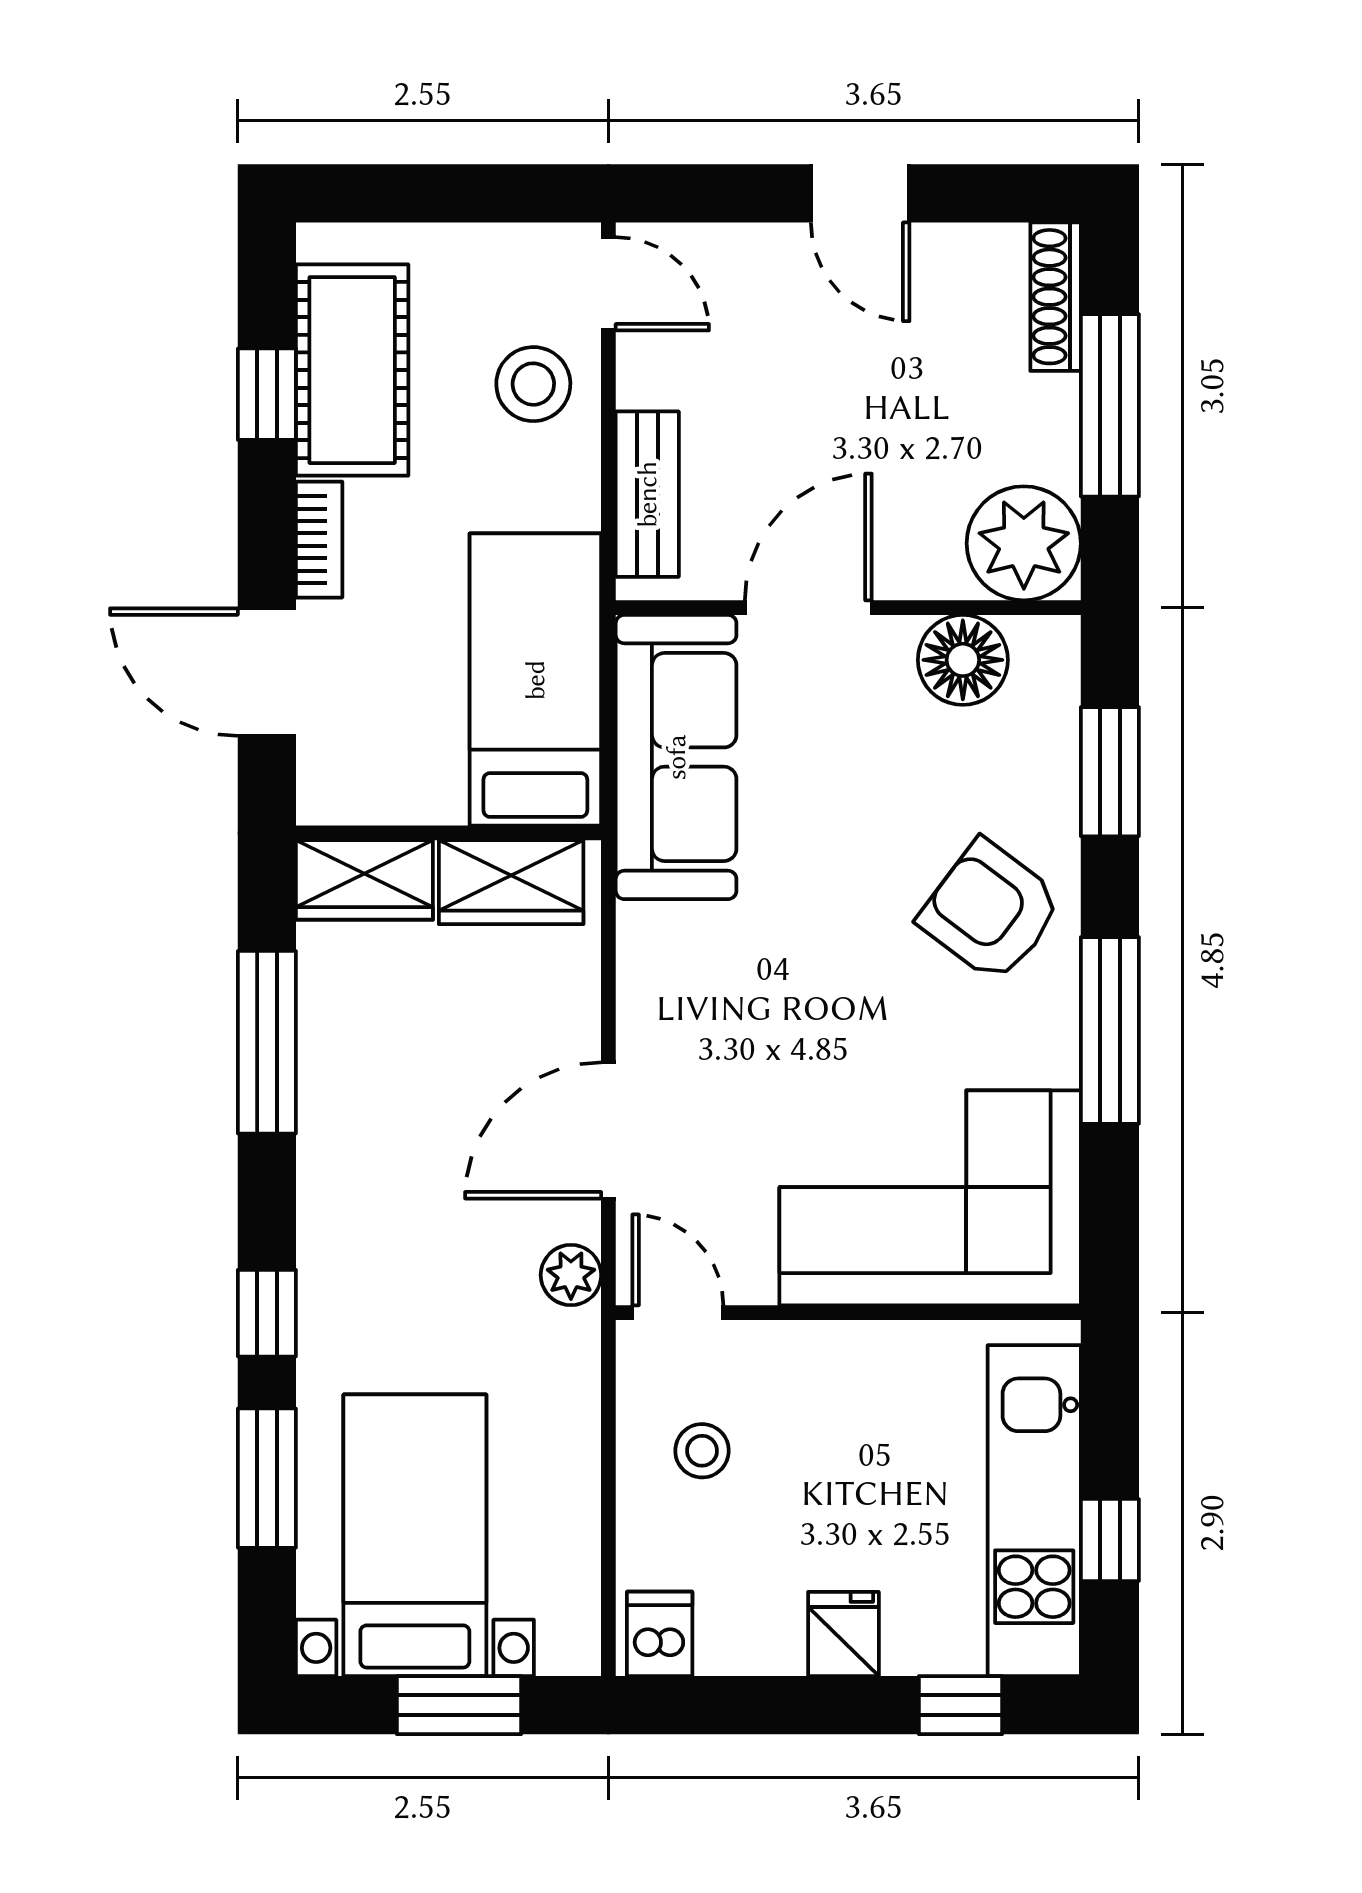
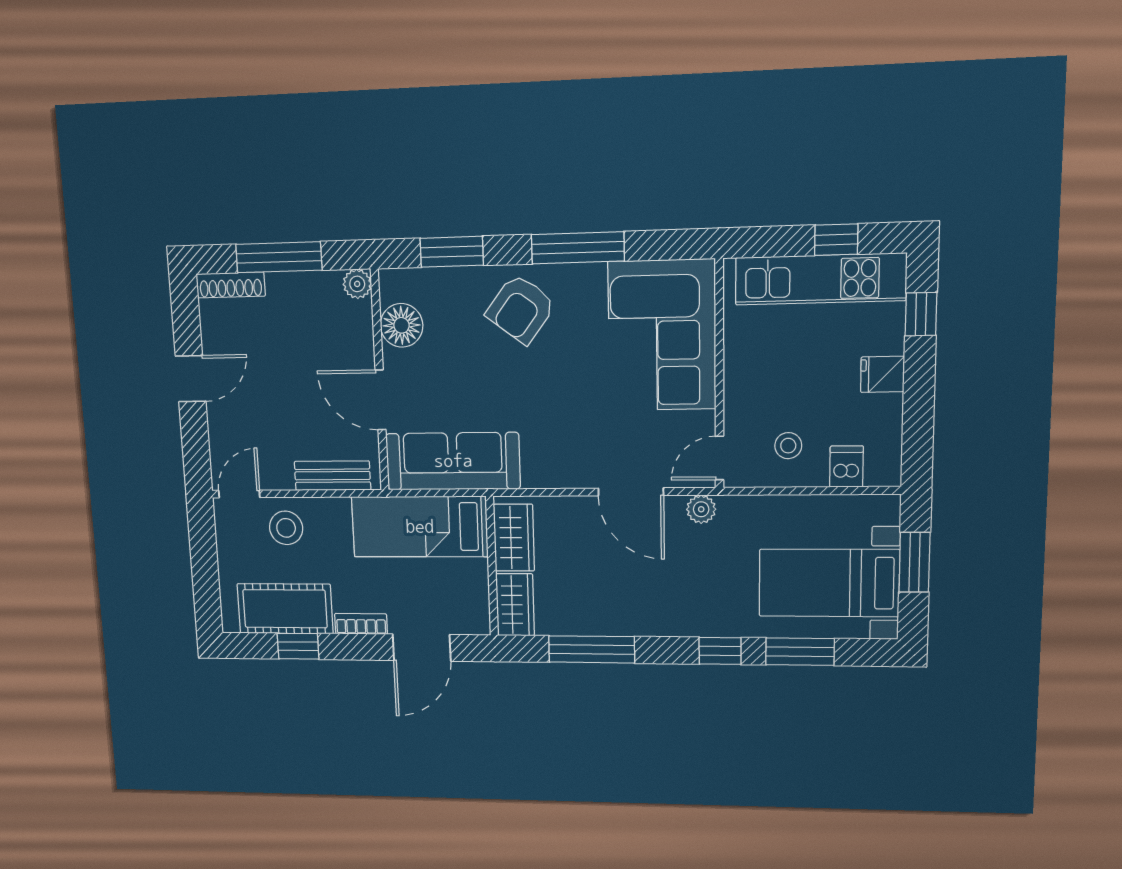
plant: (1024, 543) -> (357, 284), width x0.53, depth x0.53
dishwasher: (660, 1634) -> (846, 467), moved, turned 90

